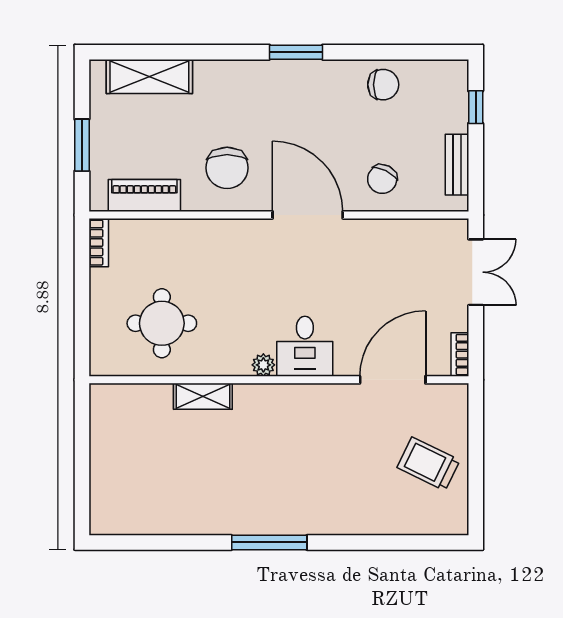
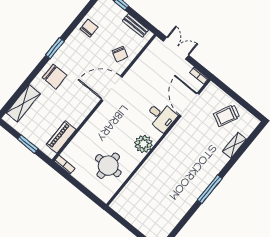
chair: (227, 168) -> (55, 76), moved
desk: (305, 346) -> (161, 116), moved
plant: (263, 365) -> (143, 144), width x1.88, depth x1.88
shelving: (203, 396) -> (234, 145), moved

